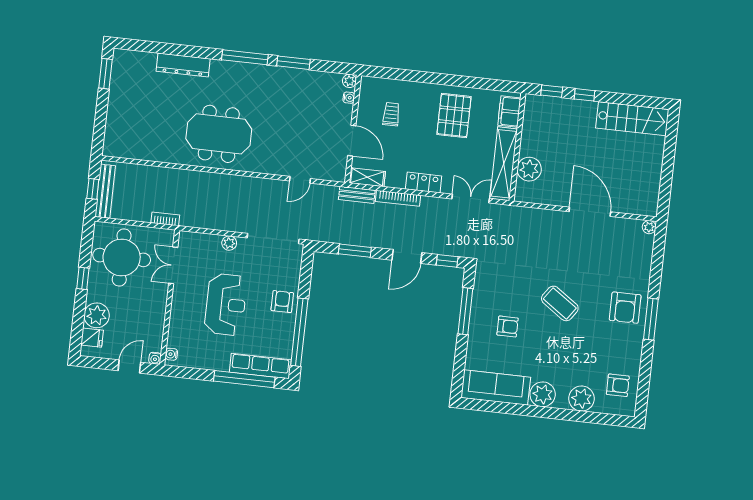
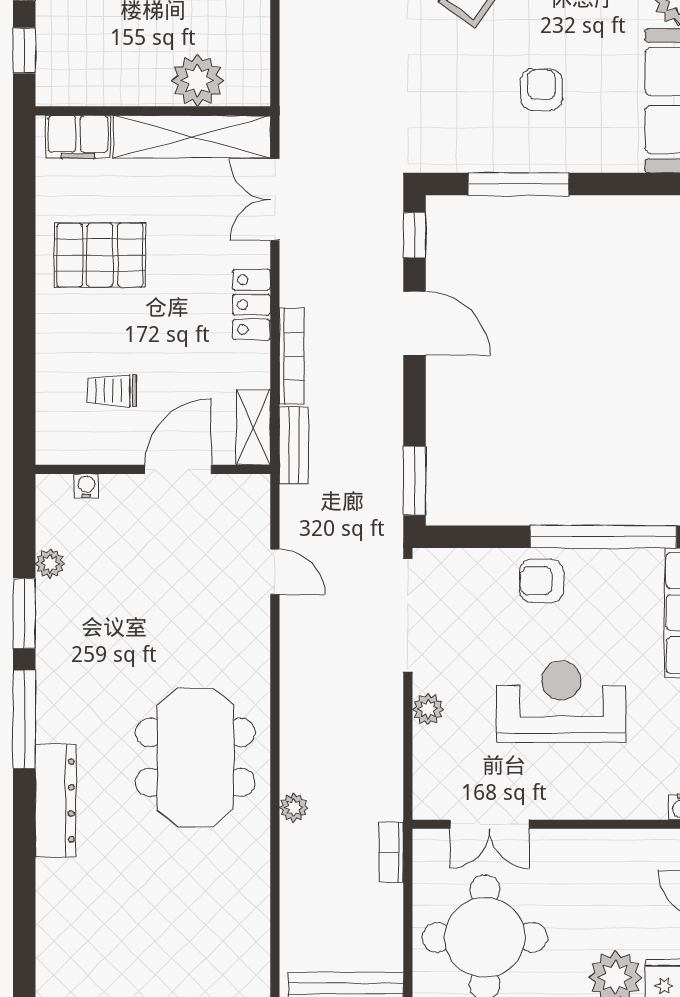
dresser: (183, 65) -> (55, 800), moved
plant: (349, 81) -> (50, 564), moved
plant: (191, 176) -> (294, 808), added
window: (355, 251) -> (415, 481), moved

